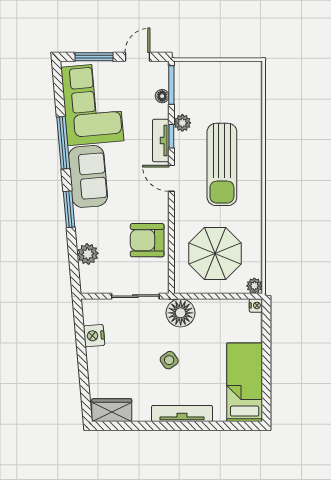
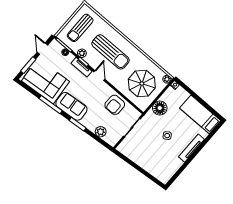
sun lounger: (219, 87) -> (80, 28), added
door: (171, 178) -> (99, 76), swing flipped
floor lamp: (181, 313) -> (160, 108), moved
nightstand: (94, 336) -> (133, 156), removed
wardrobe: (112, 410) -> (167, 174), removed

